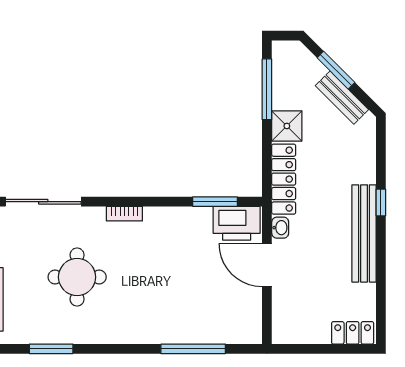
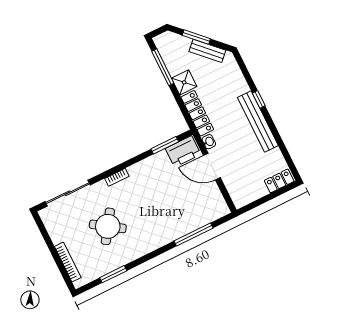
round table: (77, 277) -> (108, 226), turned 34

